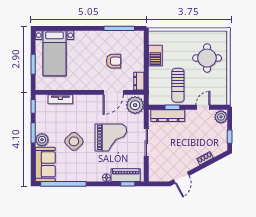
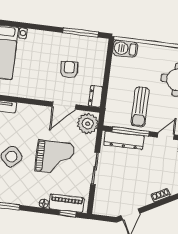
barbecue: (155, 56) -> (125, 49), moved, turned 90
armchair: (114, 61) -> (69, 70), turned -94
window: (172, 107) -> (131, 132), width x2.17

